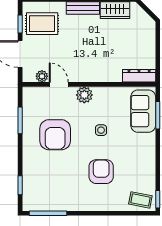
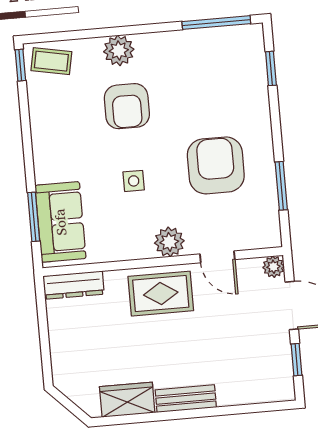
rug: (42, 24) -> (161, 294), moved
plant: (42, 76) -> (273, 267), moved
plant: (103, 203) -> (119, 50), added

